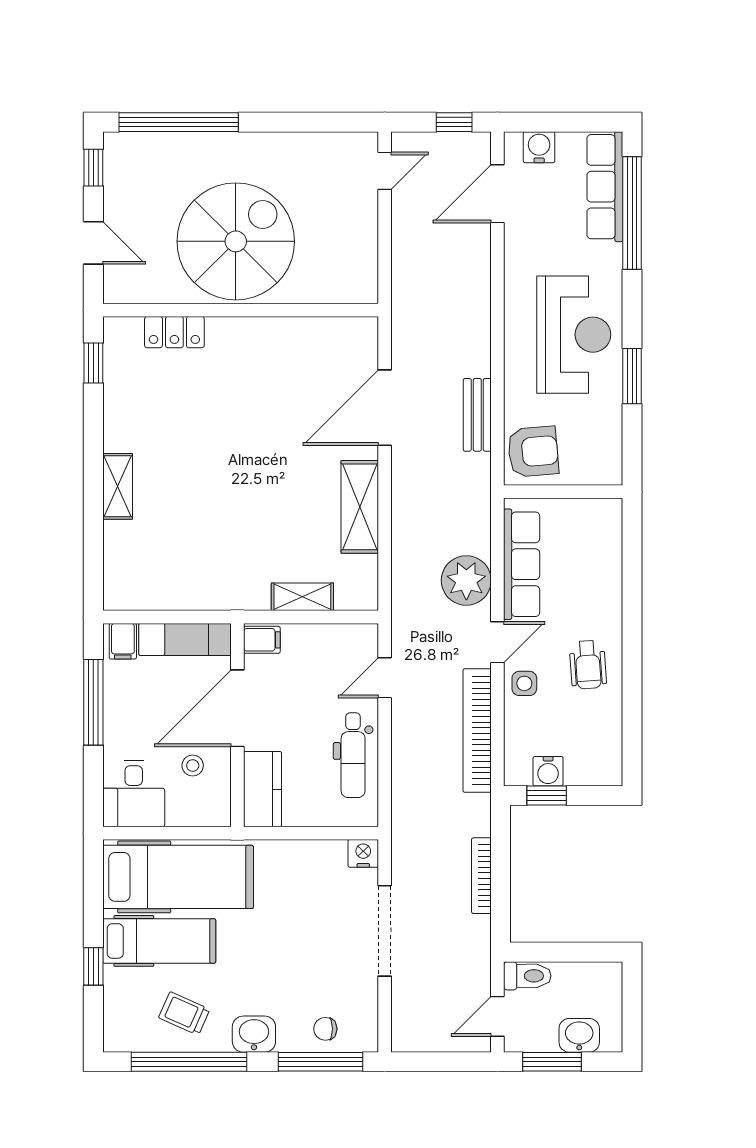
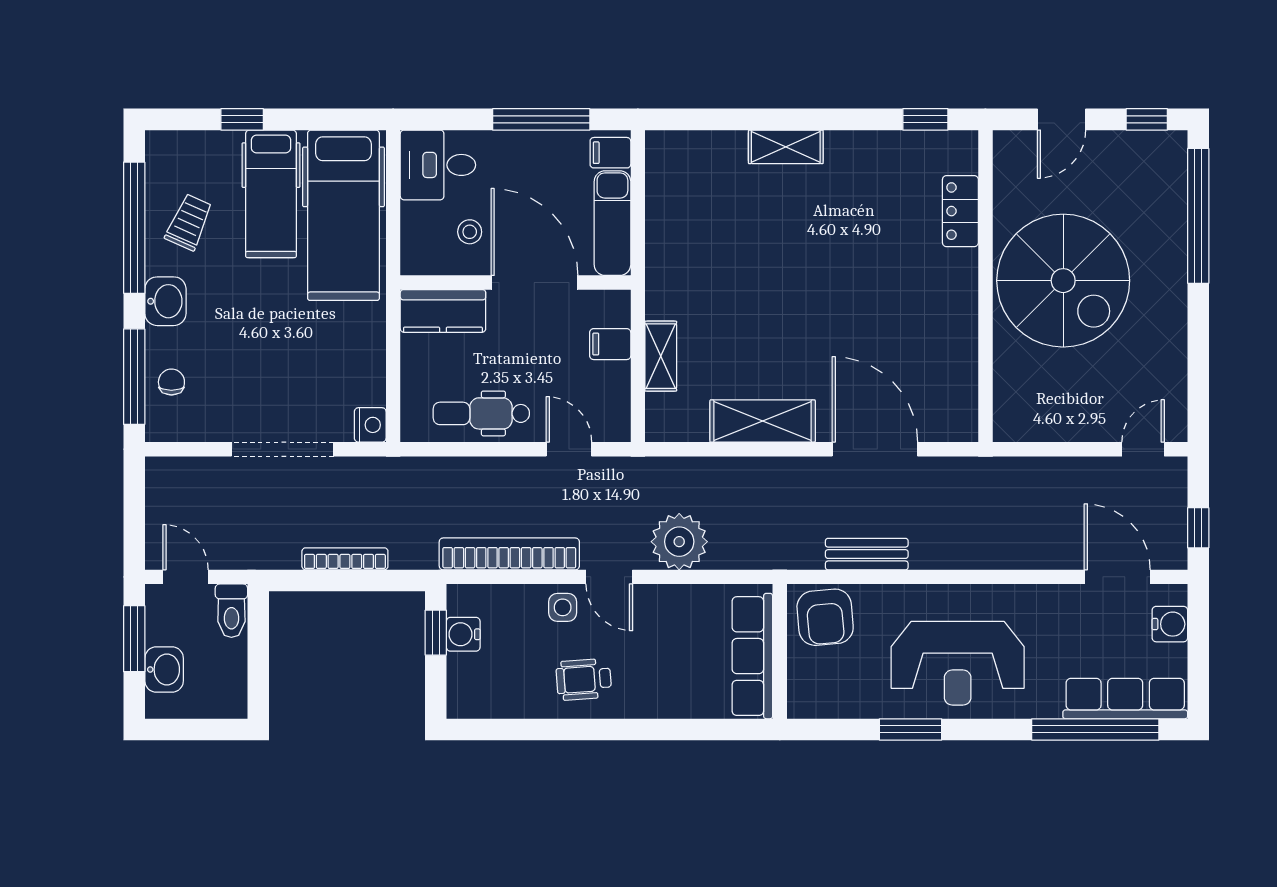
door: (385, 171) -> (1143, 449), swing flipped
row of seats: (522, 564) -> (752, 656), moved, turned 90
filing cabinet: (262, 640) -> (610, 344), moved, turned 90

